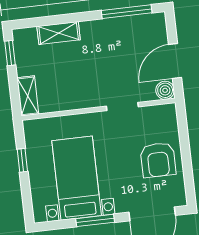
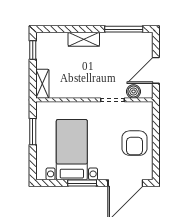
shelving: (59, 33) -> (84, 39), moved
boiler: (165, 90) -> (134, 91), moved
window: (22, 160) -> (33, 132), width x1.50

